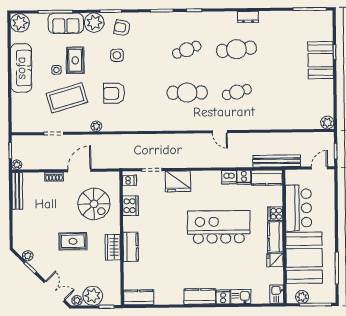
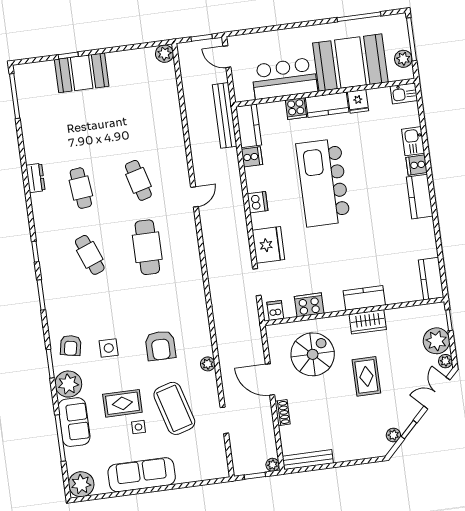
cafe table: (236, 49) -> (81, 188), width x0.73, depth x0.74
dishwasher: (229, 177) -> (258, 202), moved

